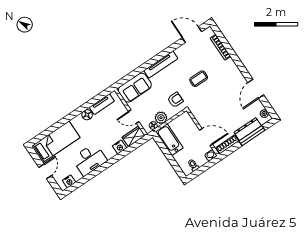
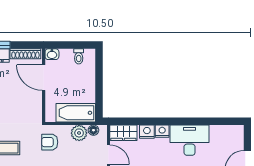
bathtub: (169, 140) -> (76, 113), moved, turned 90
nightstand: (69, 181) -> (162, 131), moved

